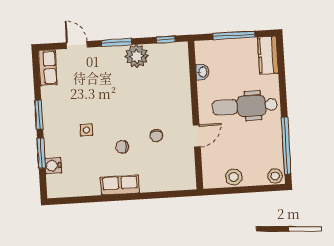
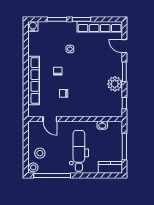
door: (77, 45) -> (124, 46), swing flipped
row of seats: (48, 68) -> (100, 27), width x2.02
door: (197, 136) -> (50, 119), moved
water cooler: (53, 165) -> (33, 26), moved
stool: (234, 177) -> (40, 153), moved
row of seats: (120, 185) -> (34, 80), width x2.02

